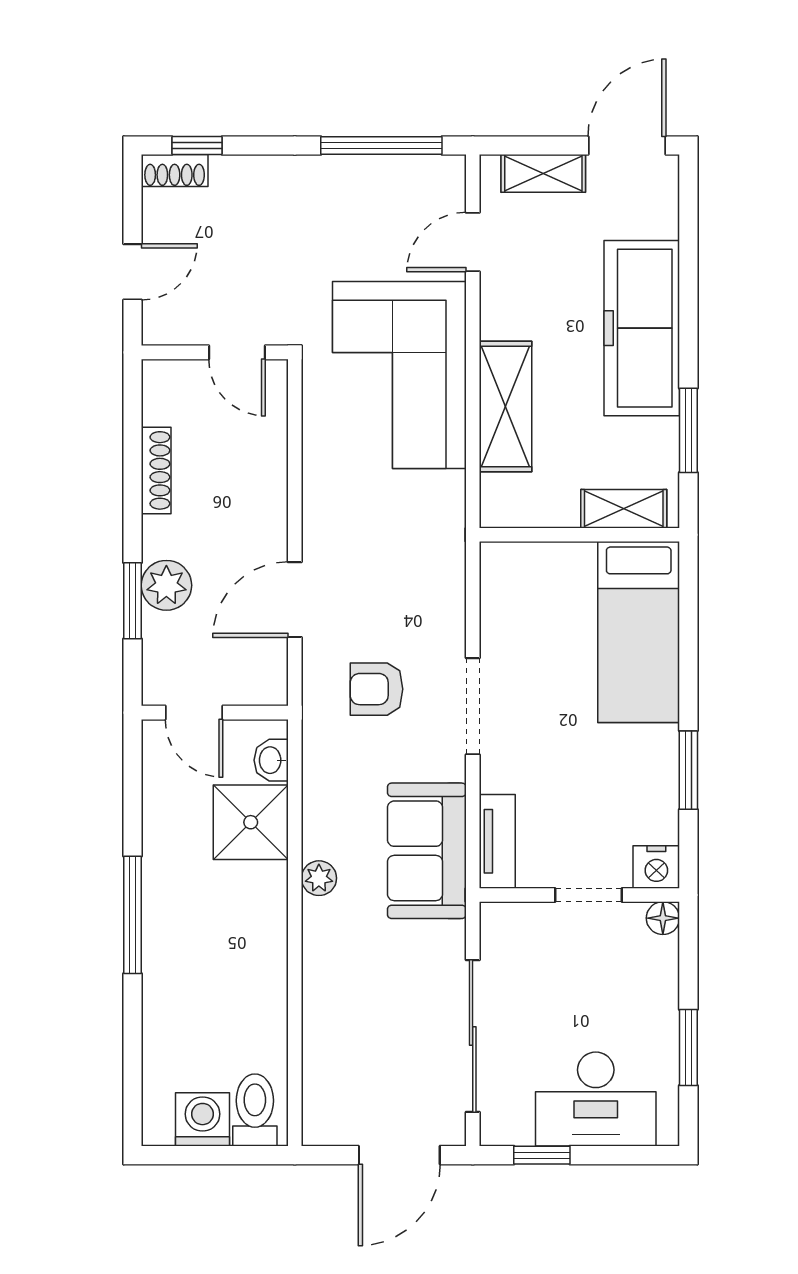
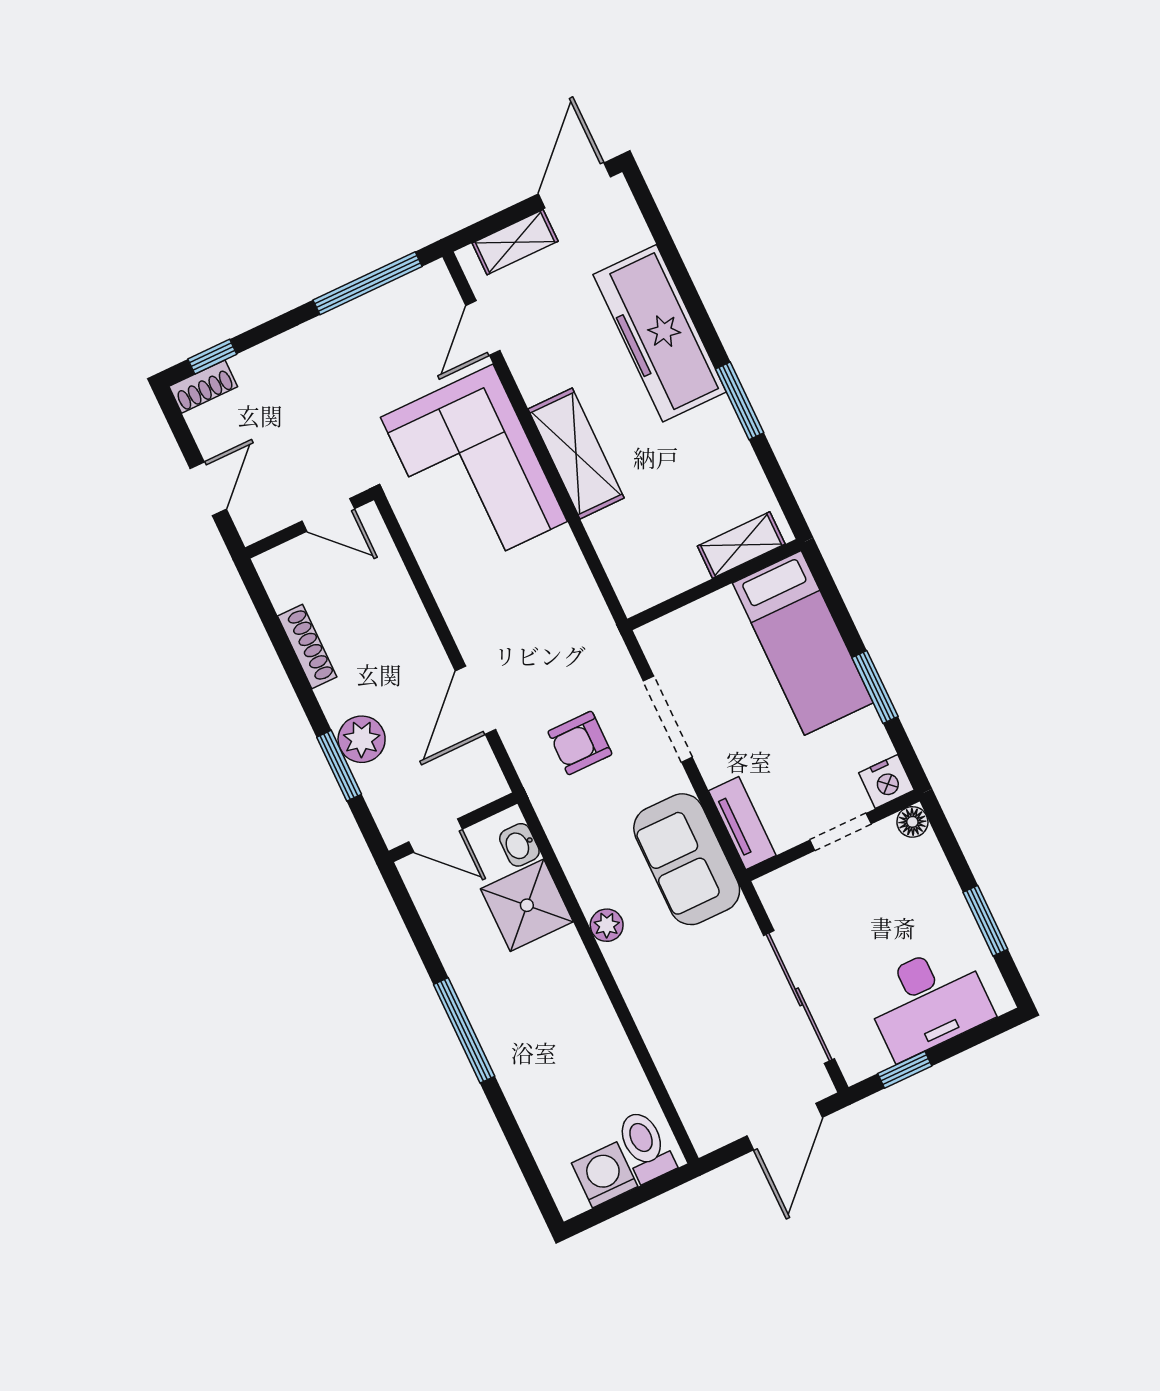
shelving: (624, 509) -> (741, 545), moved
wall: (579, 535) -> (714, 585), moved
bed: (639, 632) -> (803, 643), moved

